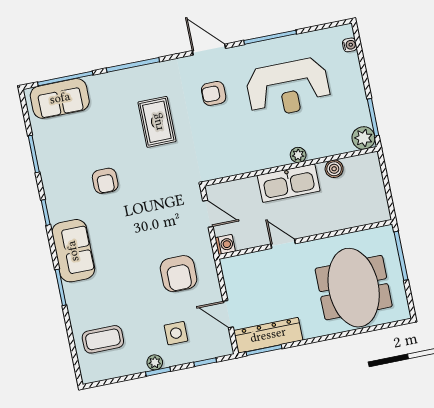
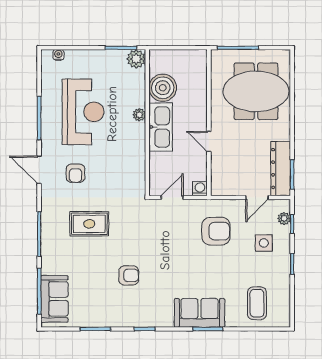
door: (209, 50) -> (39, 170), hinge flipped
boiler: (334, 169) -> (163, 88), width x1.86, depth x1.86
door: (283, 244) -> (209, 141), hinge flipped
sofa: (73, 251) -> (199, 313), moved
plant: (155, 362) -> (284, 218), moved

